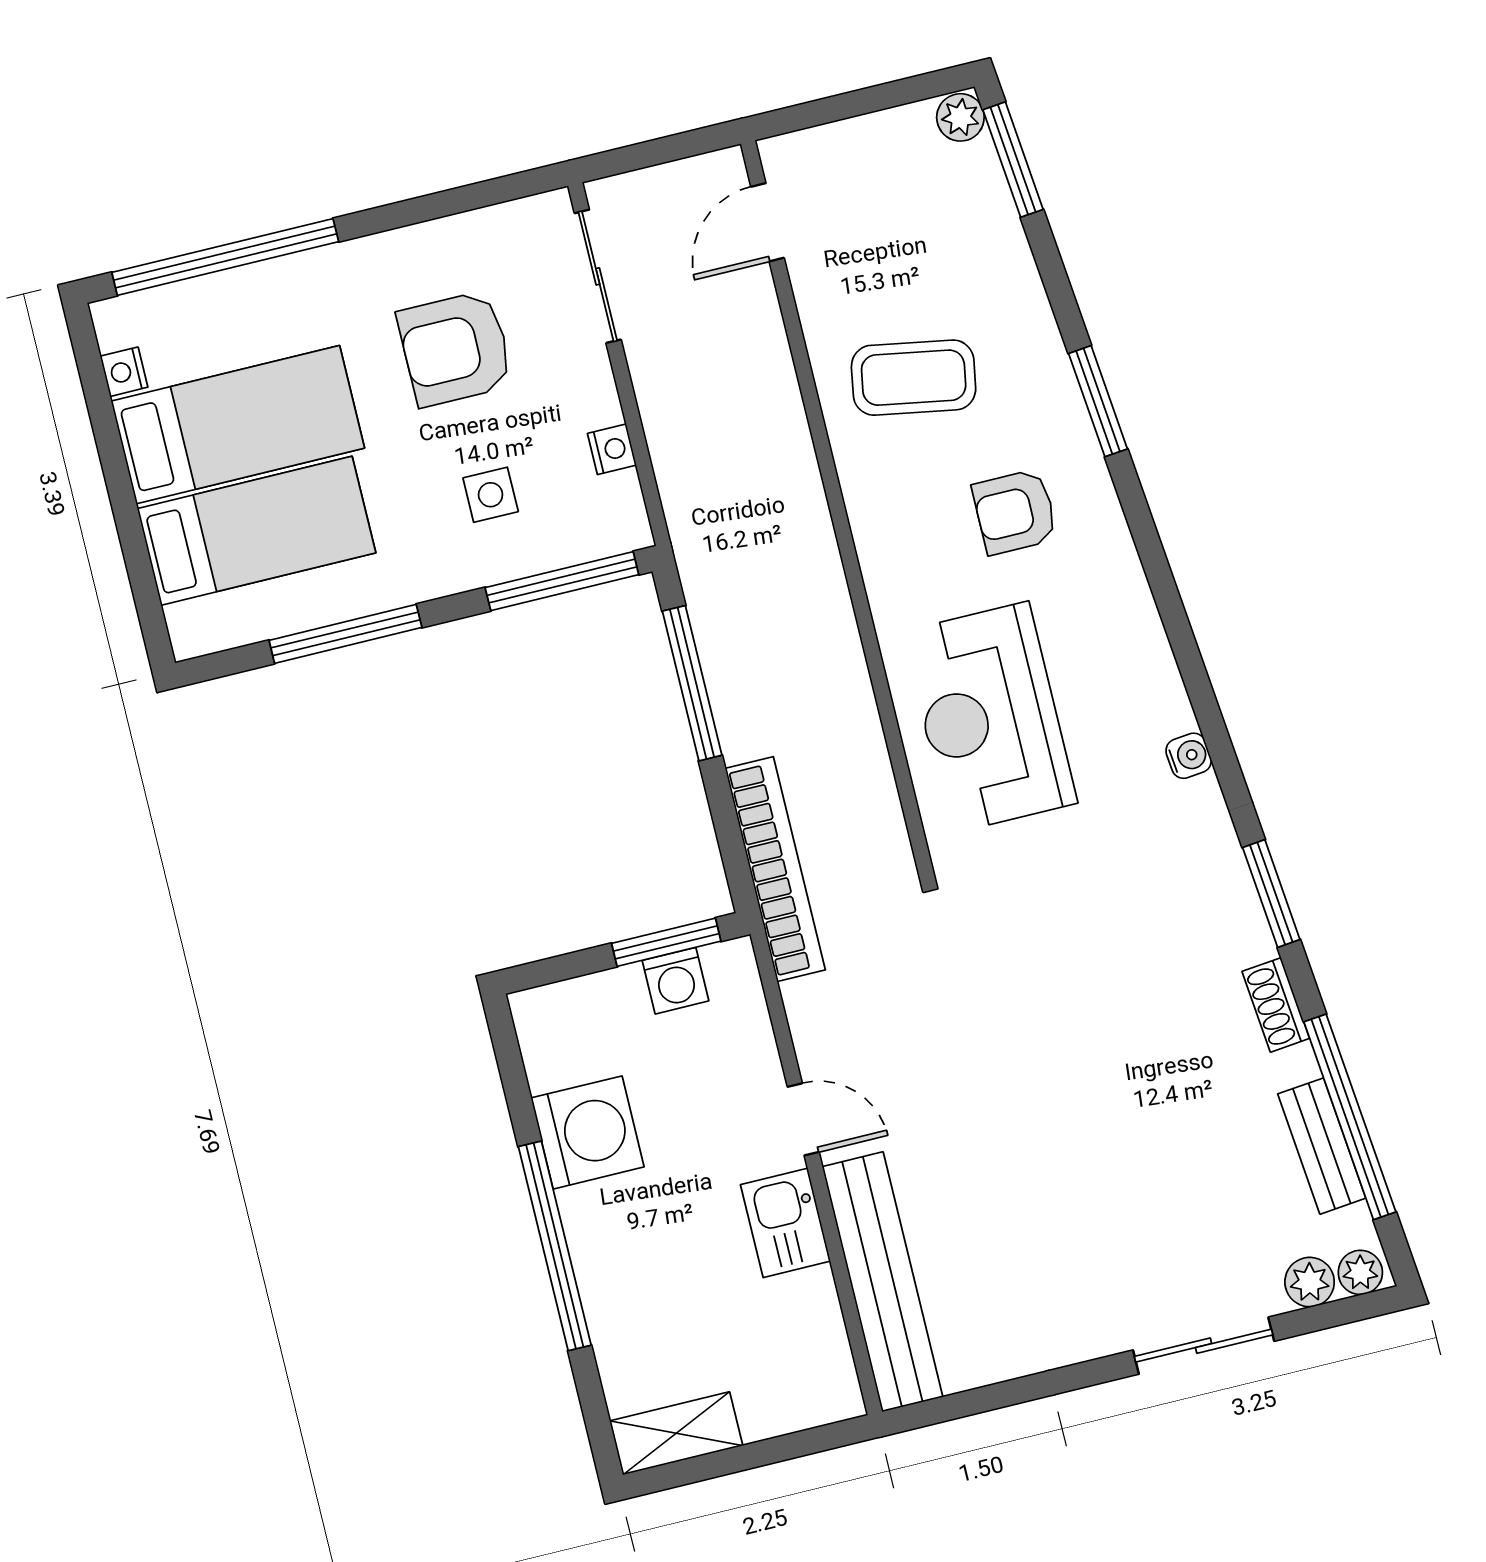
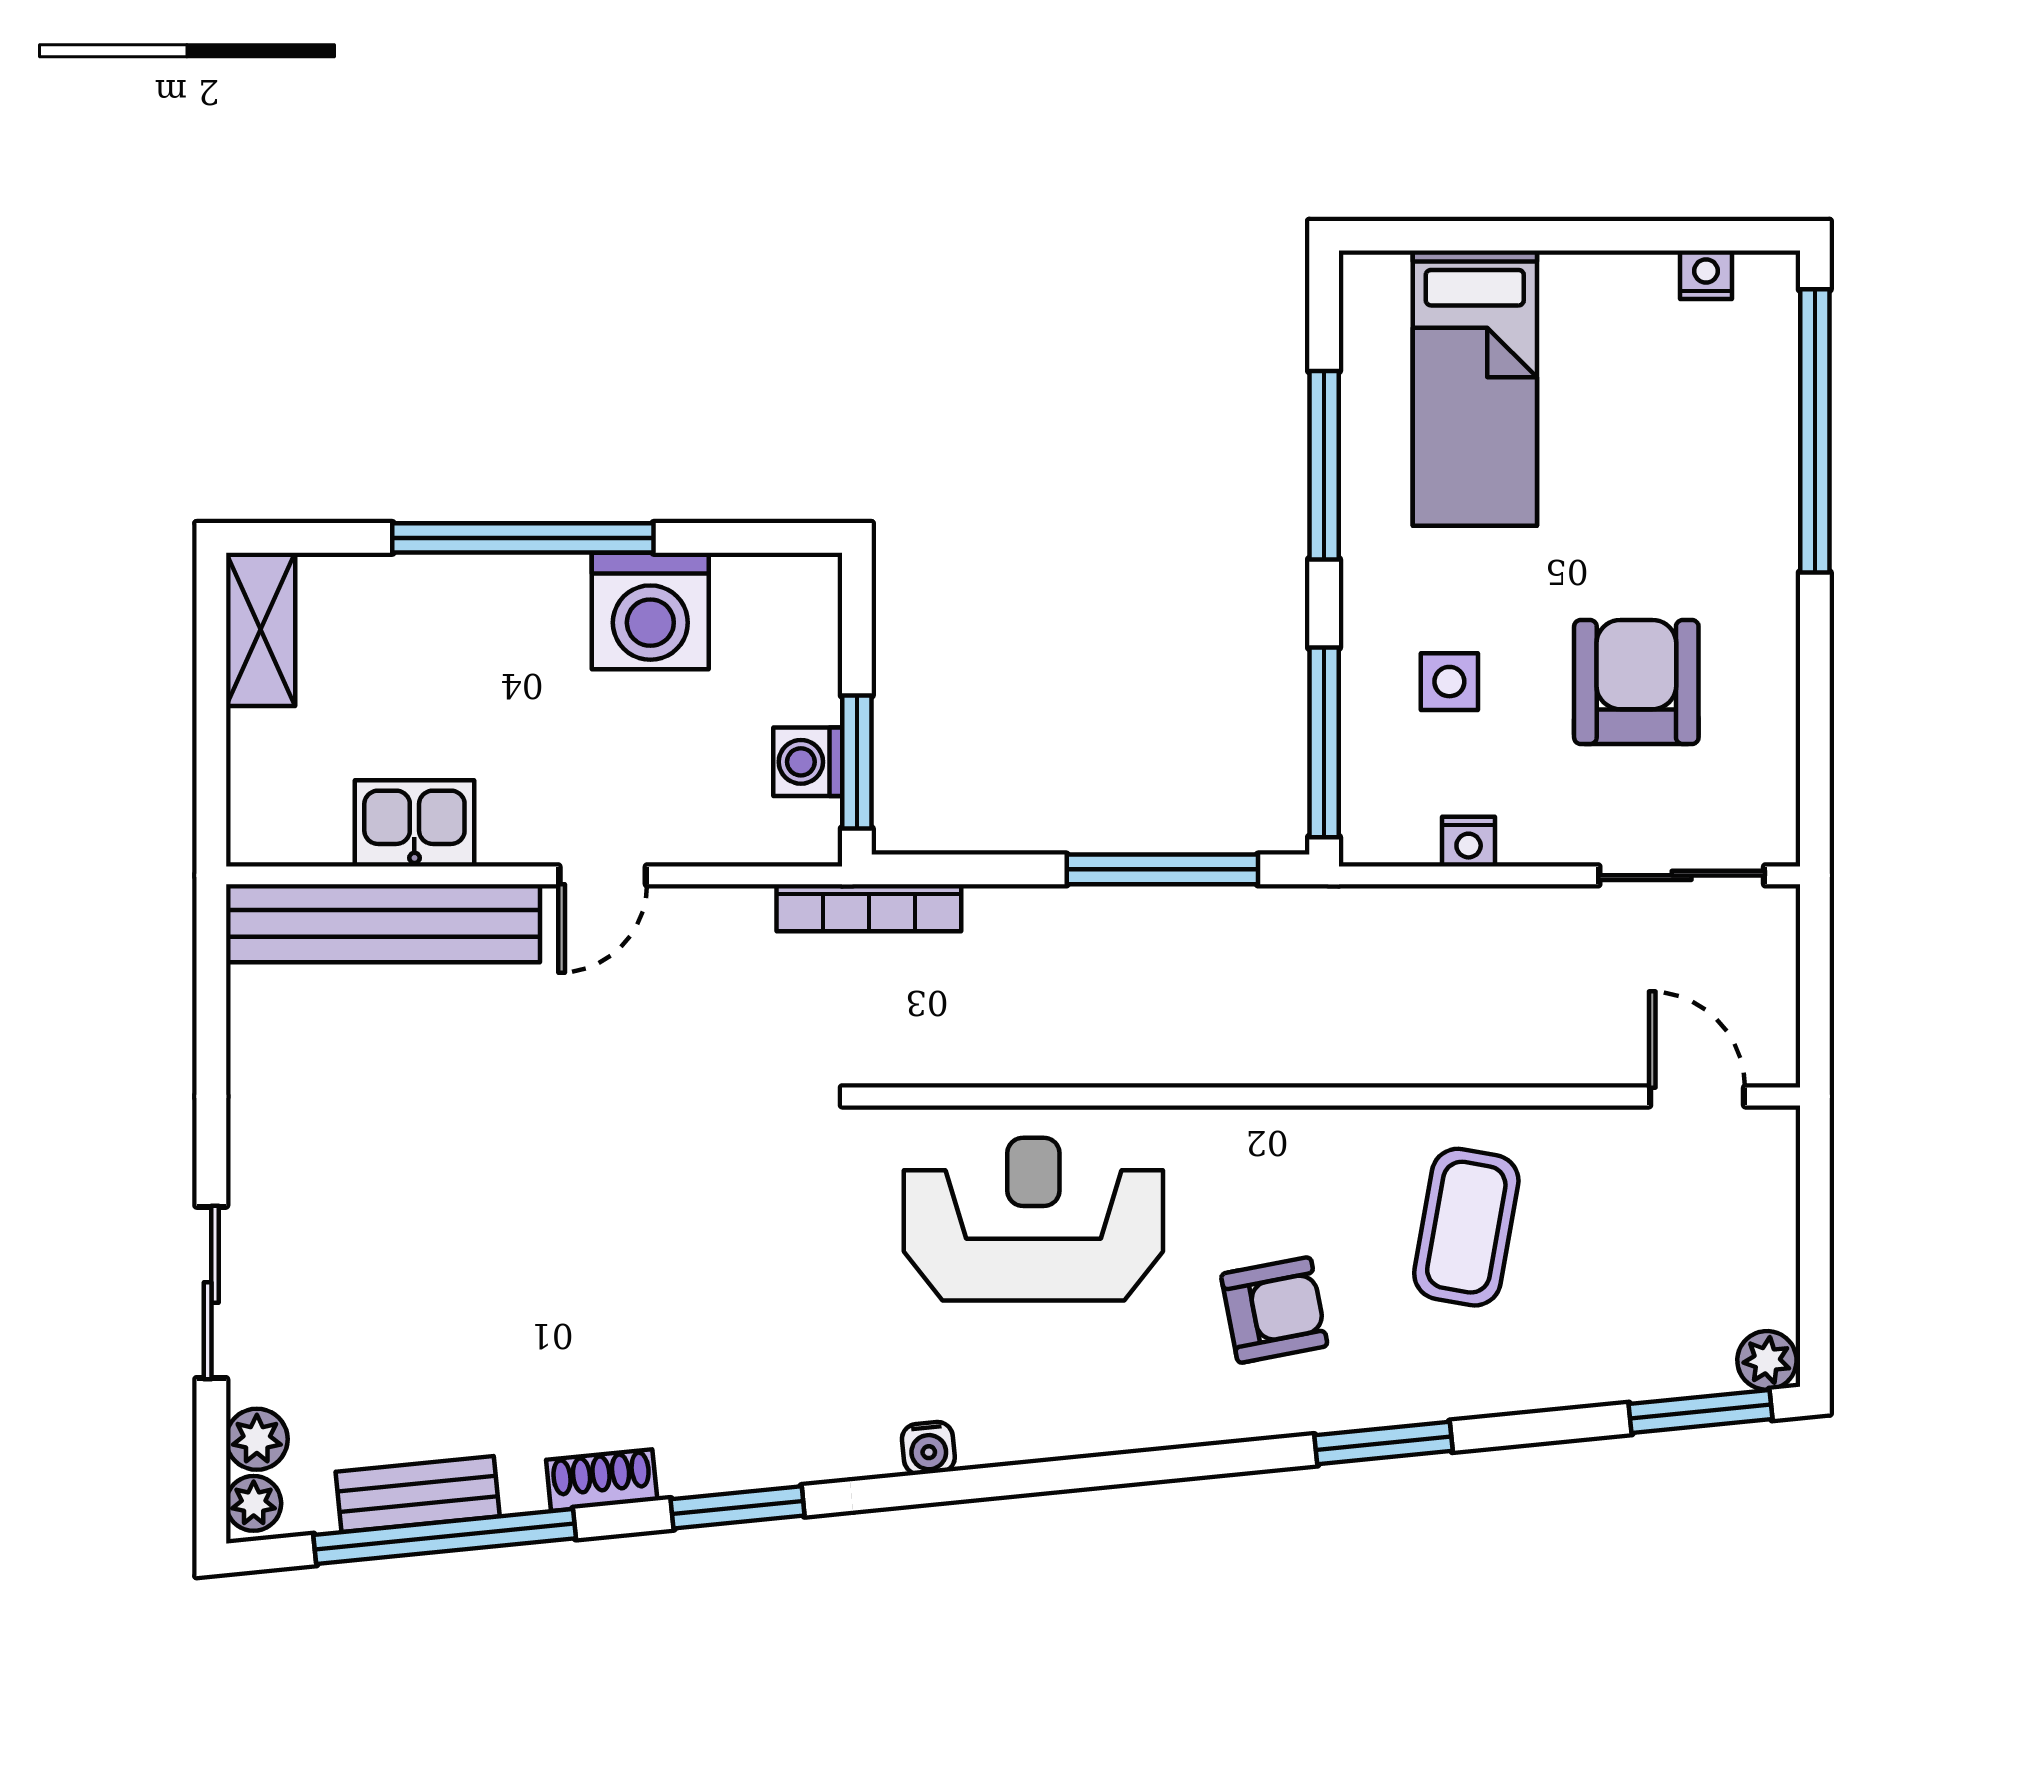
bed: (238, 425) -> (1608, 397), removed
armchair: (1015, 512) -> (1274, 1310), turned 79
bookcase: (775, 869) -> (869, 908), width x0.68, depth x0.76
kitchen sink: (785, 1223) -> (414, 823), moved

